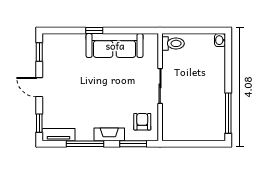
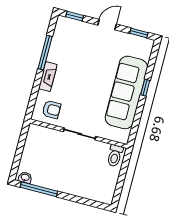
washbasin: (220, 40) -> (25, 178), moved
sofa: (115, 46) -> (126, 92), width x1.36, depth x1.27
tv unit: (59, 135) -> (60, 31), removed
window: (133, 144) -> (34, 96), removed

